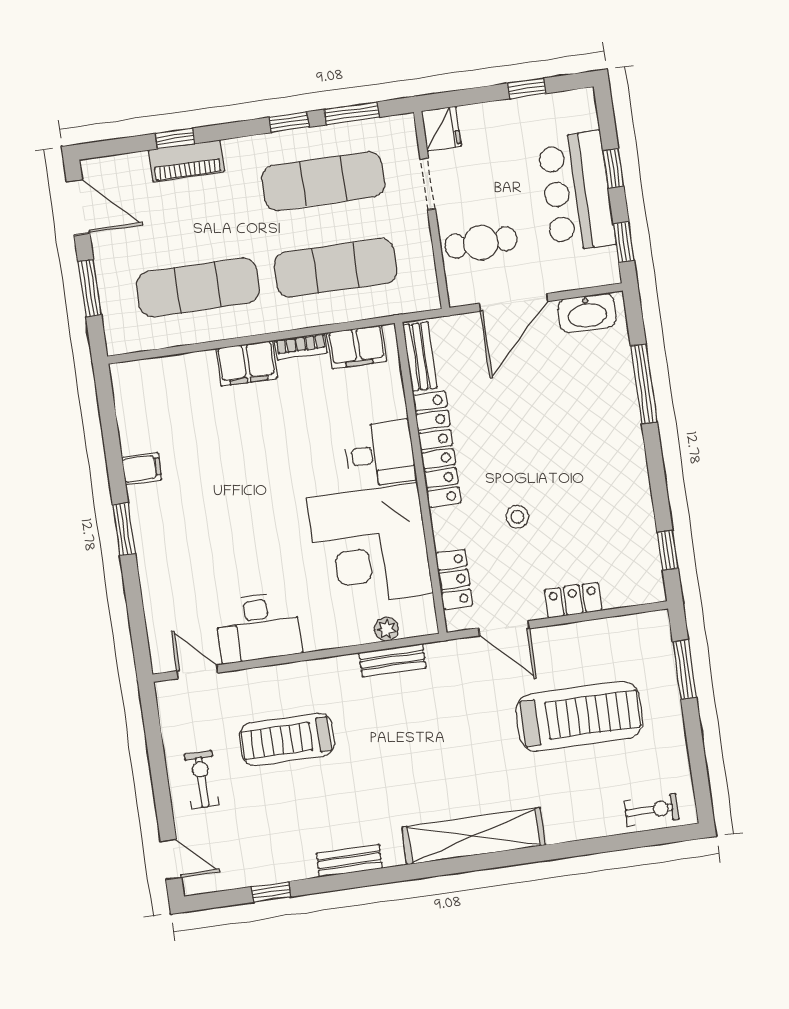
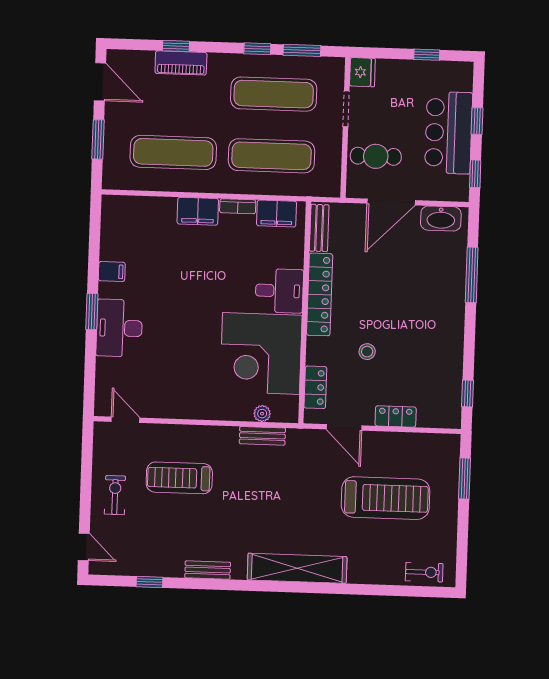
desk: (258, 627) -> (119, 328), moved, turned 90

